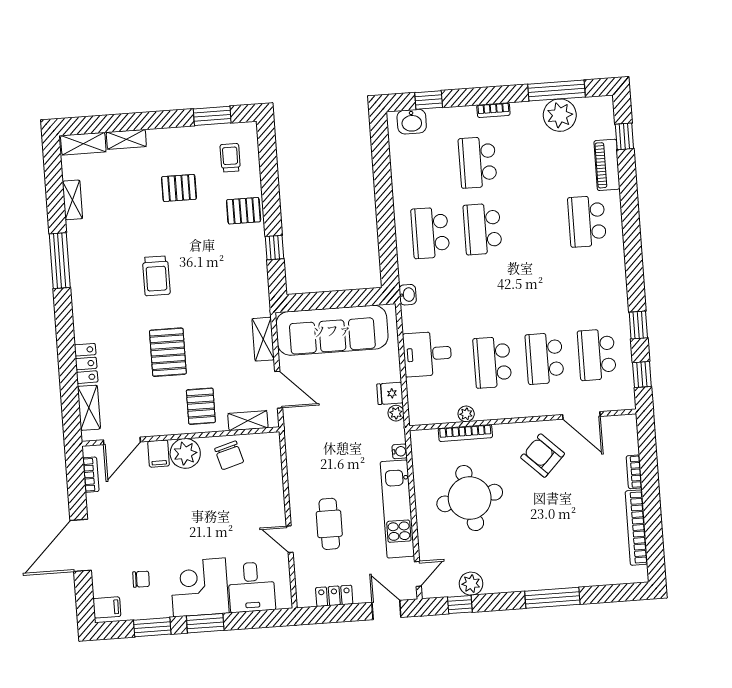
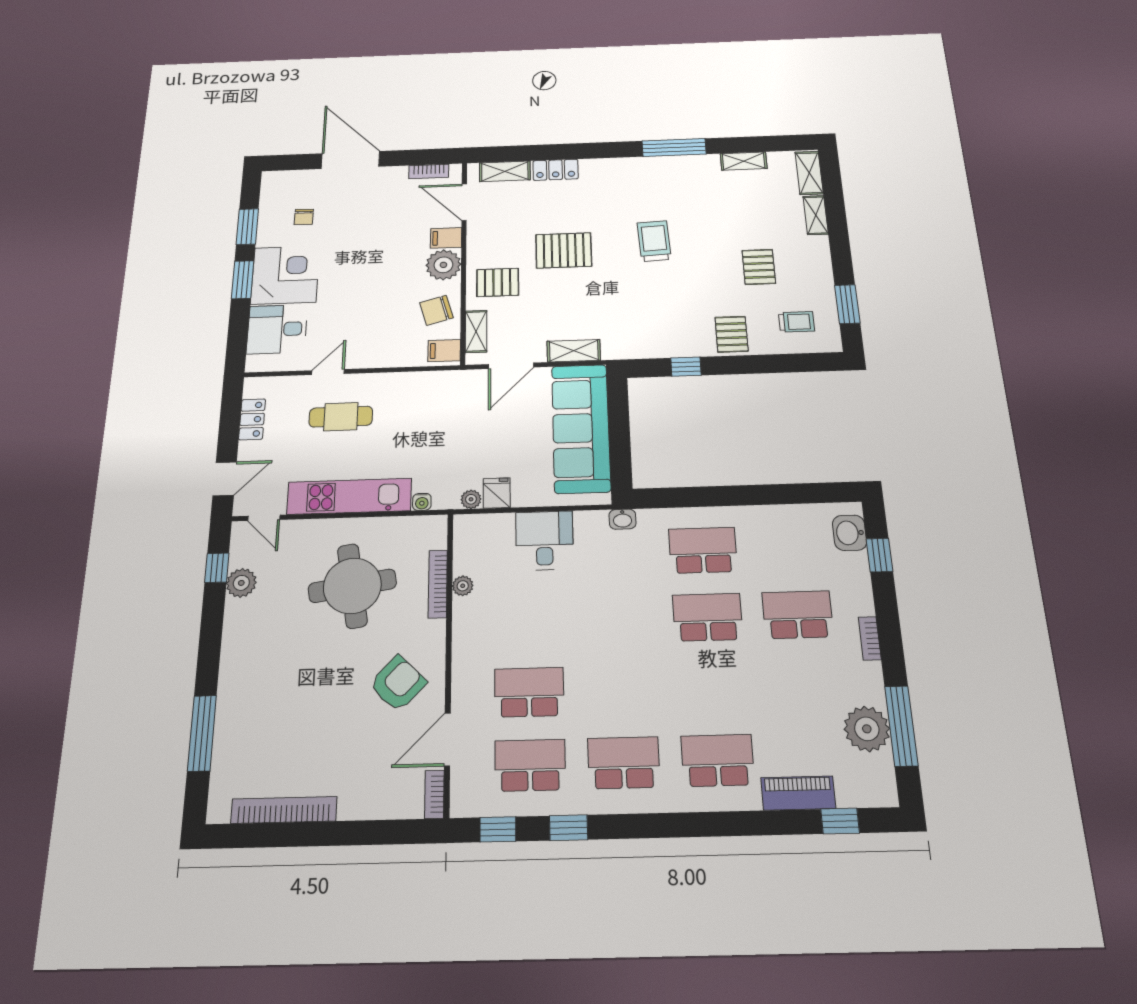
trolley: (156, 276) -> (654, 241), turned 87
school desk: (492, 362) -> (624, 763), moved
bookcase: (634, 472) -> (434, 794), moved, turned -90
window: (552, 598) -> (202, 733), moved
filing cabinet: (107, 607) -> (444, 351), moved, turned 90

